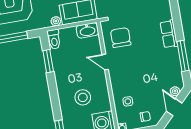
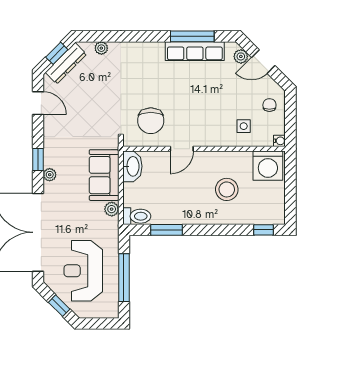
row of seats: (169, 34) -> (195, 51), moved, width x1.48
chair: (121, 38) -> (151, 121), turned -90

